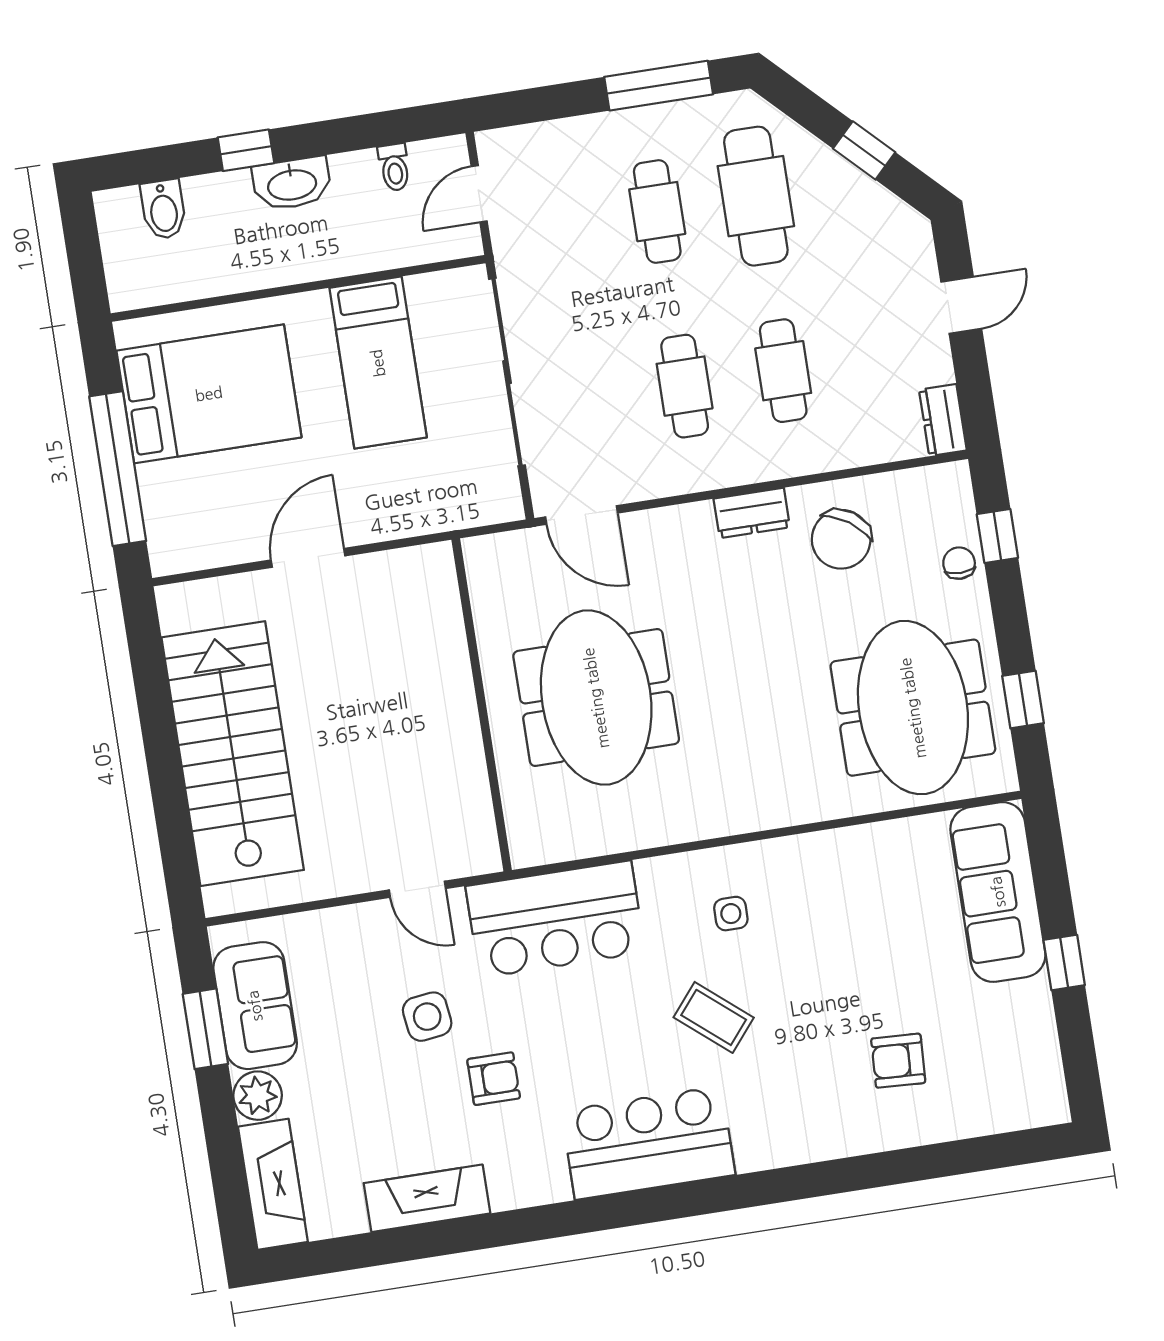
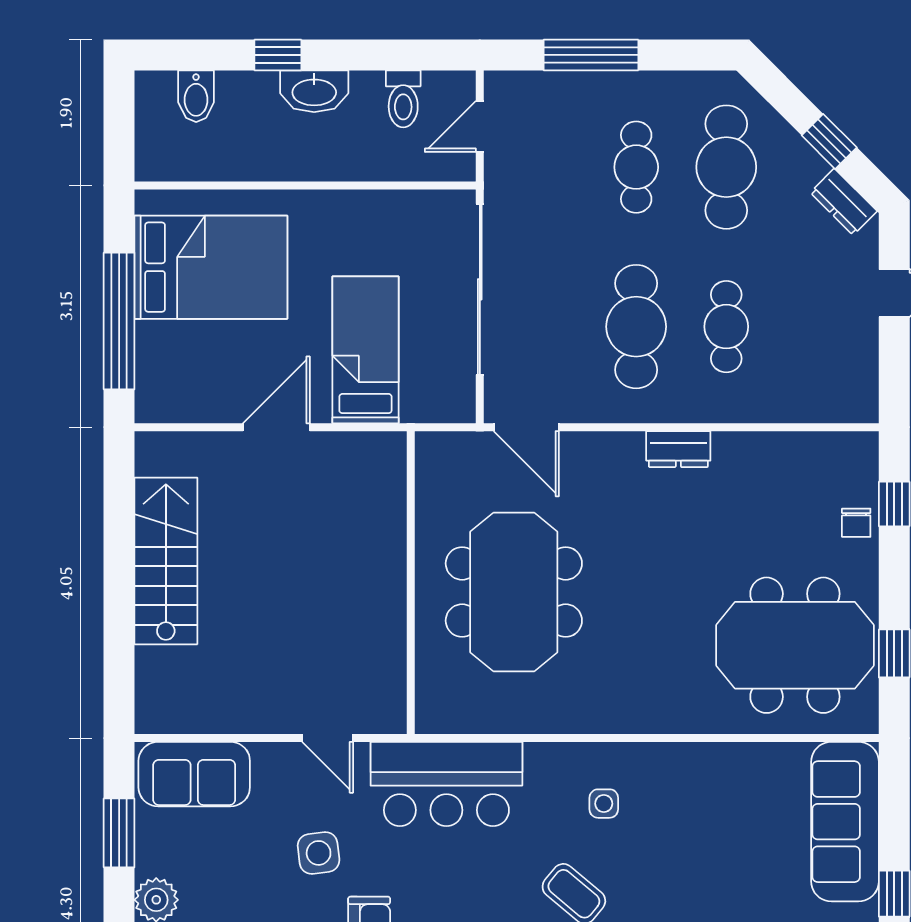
window: (659, 86) -> (591, 55), moved
toilet: (394, 167) -> (403, 99), width x1.37, depth x1.39
bed: (378, 363) -> (365, 350), moved, turned 180
cafe table: (685, 386) -> (636, 327), width x1.37, depth x1.35
dresser: (943, 420) -> (844, 202), moved, turned -45
chair: (841, 539) -> (754, 485), removed
chair: (959, 563) -> (856, 523), turned 180
meeting table: (913, 708) -> (795, 645), turned 90
stairs: (233, 754) -> (166, 561), width x0.73, depth x0.66
sofa: (255, 1006) -> (194, 774), moved, turned 90

